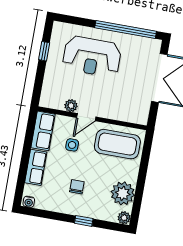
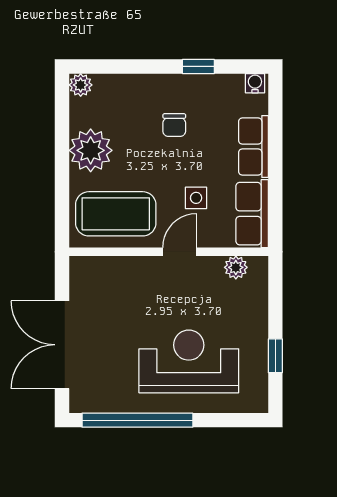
plant: (71, 106) -> (236, 267), moved
plant: (123, 193) -> (91, 150), moved
window: (84, 221) -> (198, 66), moved

